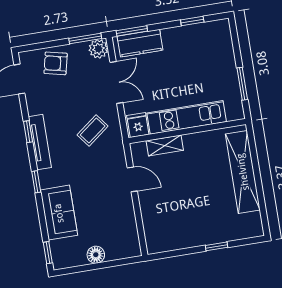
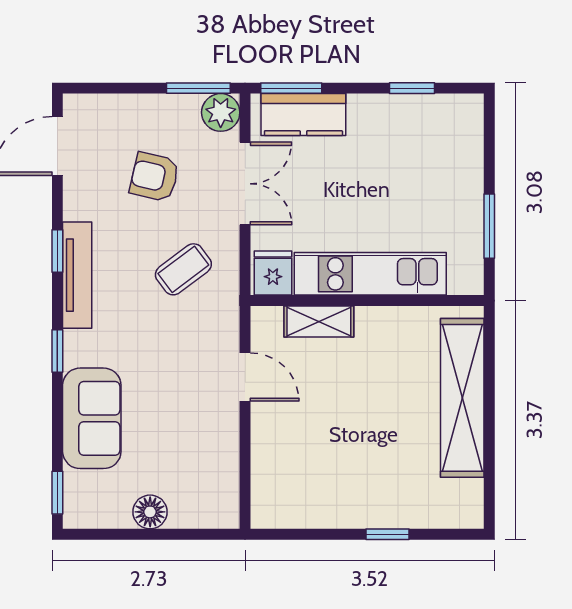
armchair: (56, 63) -> (154, 177), moved

